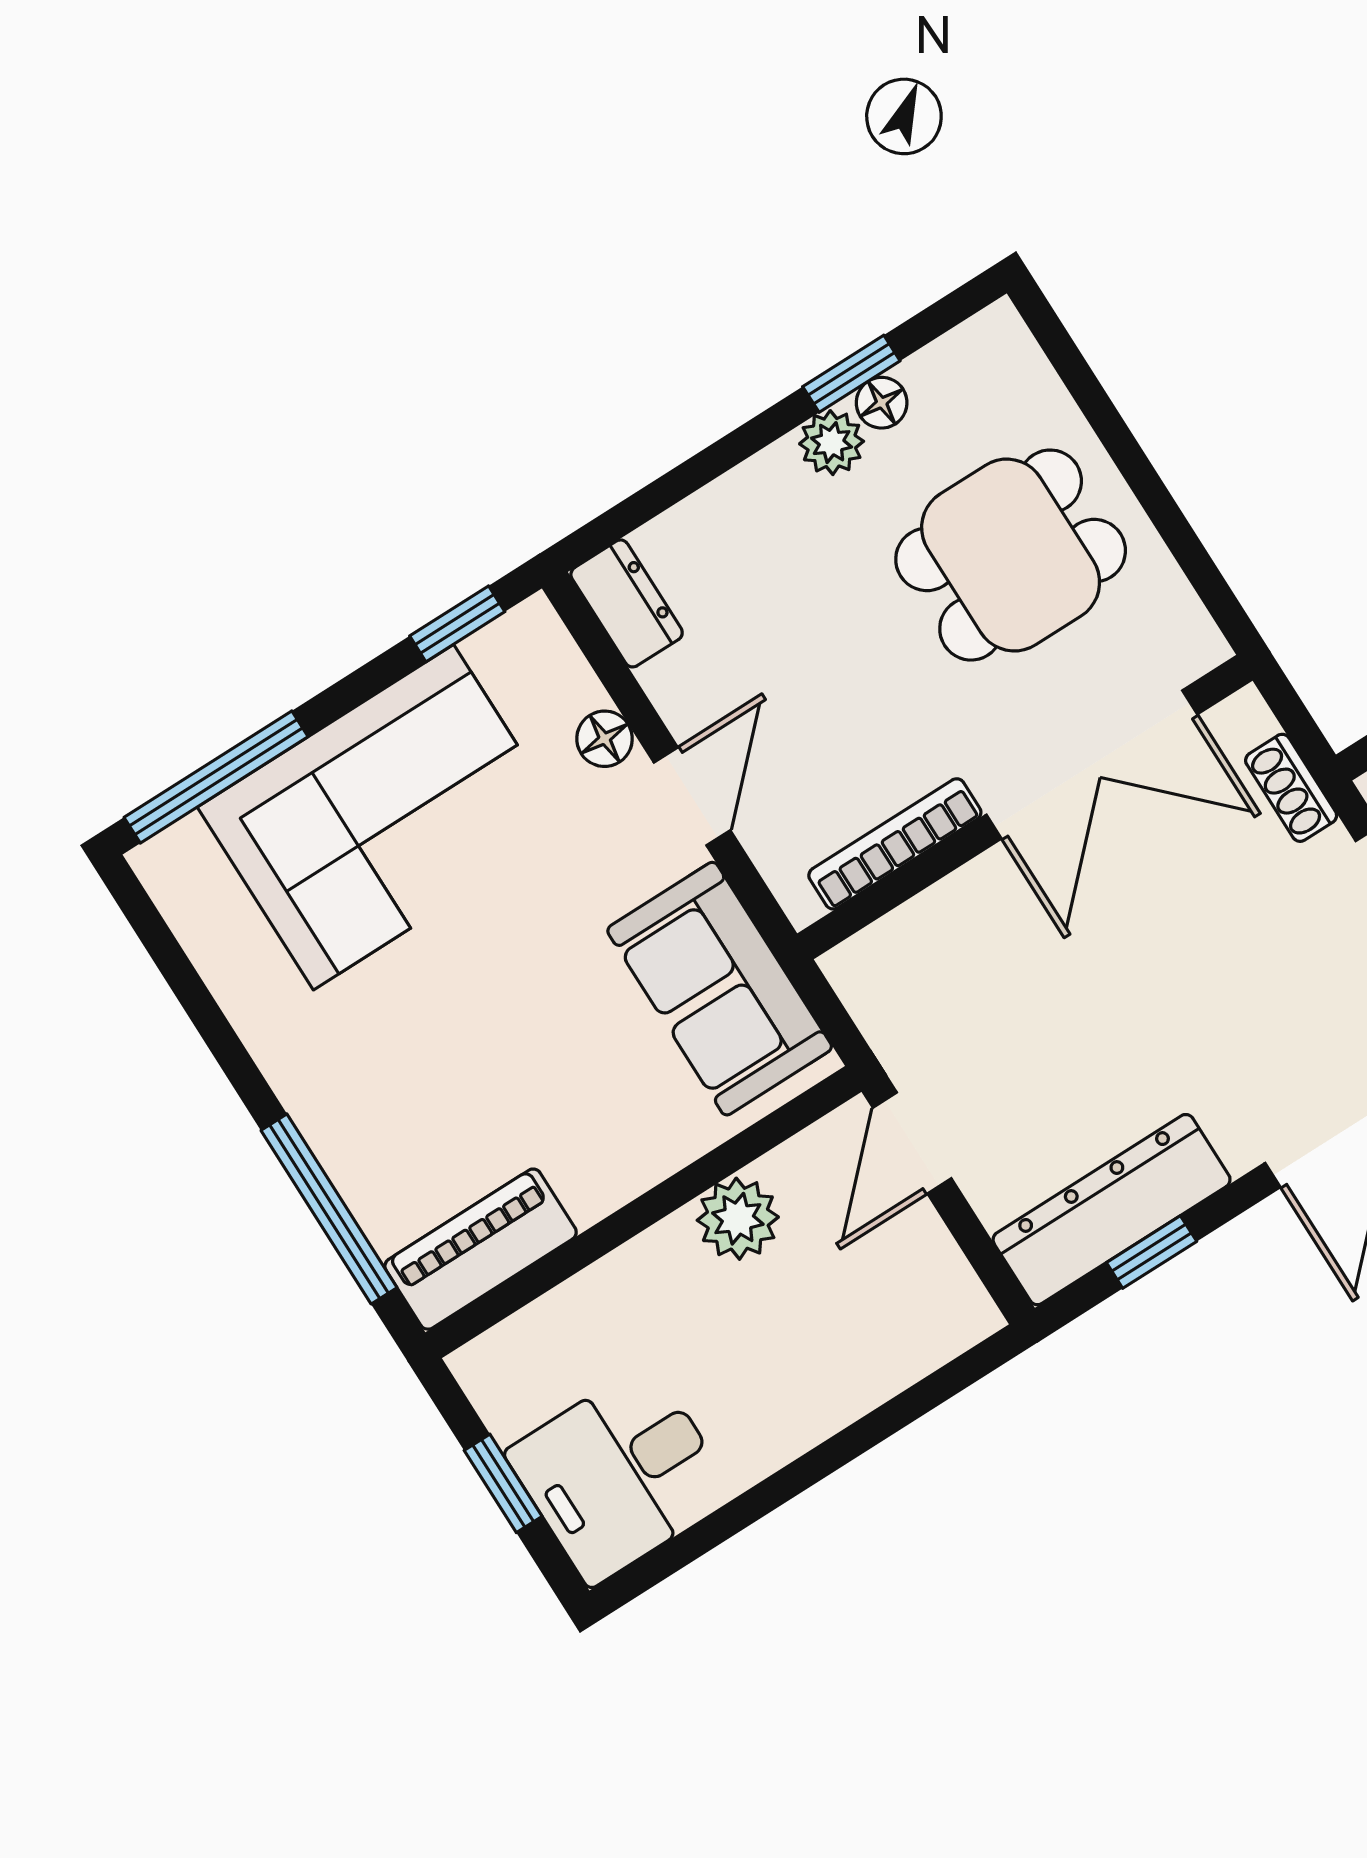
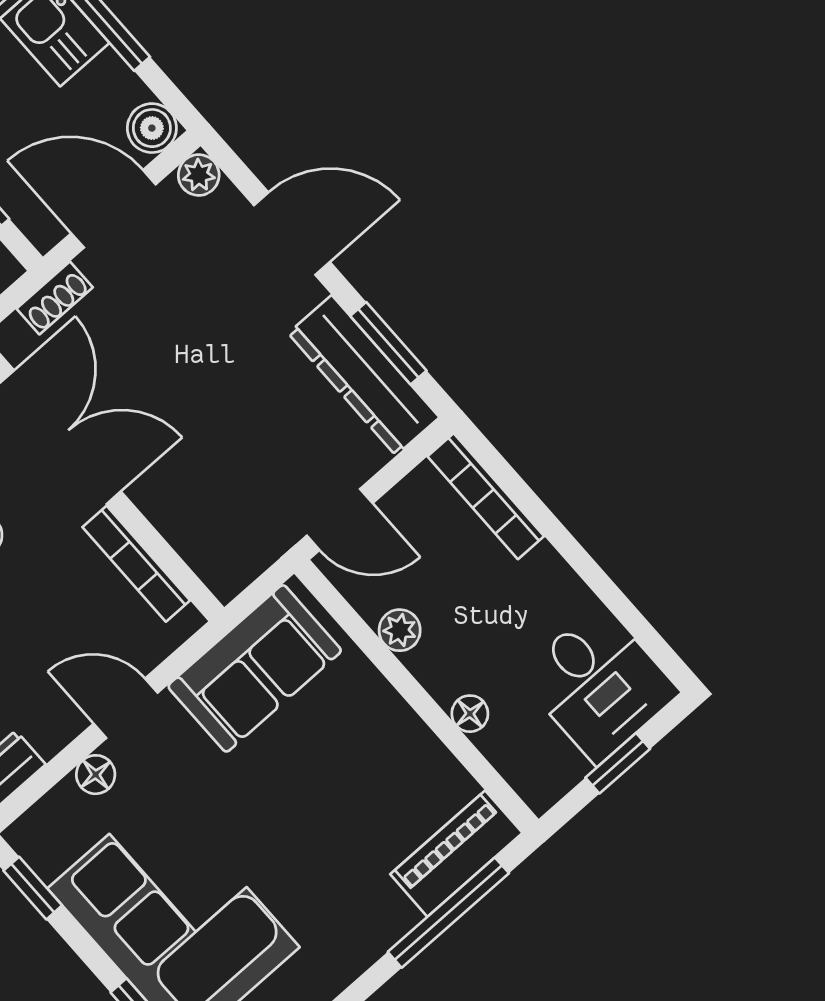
plant: (738, 1219) -> (400, 630), width x0.73, depth x0.73
piano: (481, 1249) -> (456, 854), moved, turned 90
window: (1152, 1252) -> (388, 343), width x1.50
floor lamp: (607, 1284) -> (470, 714), added
bookcase: (912, 1356) -> (486, 496), added

